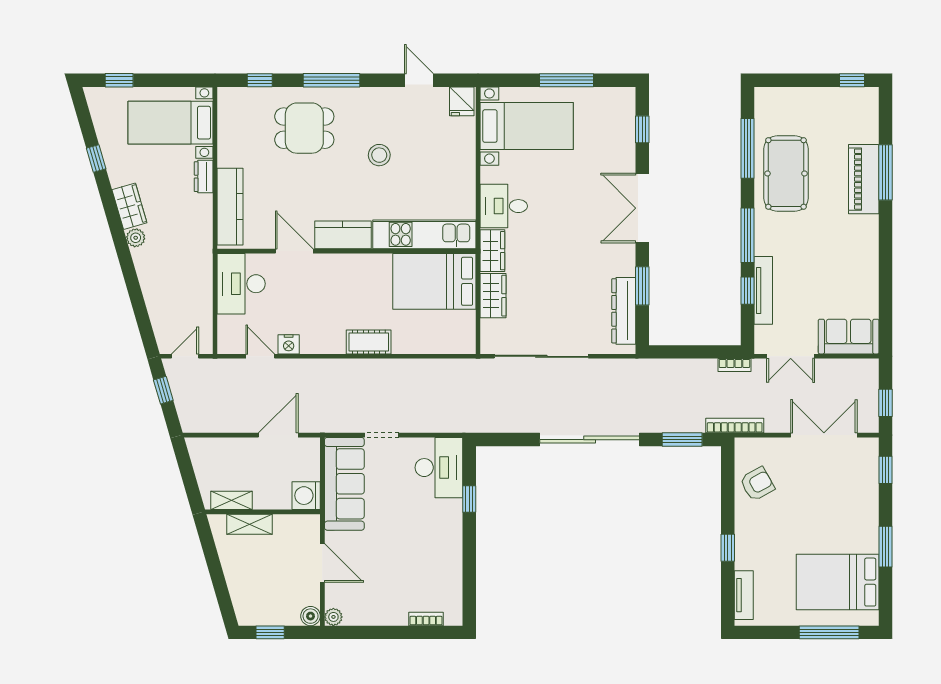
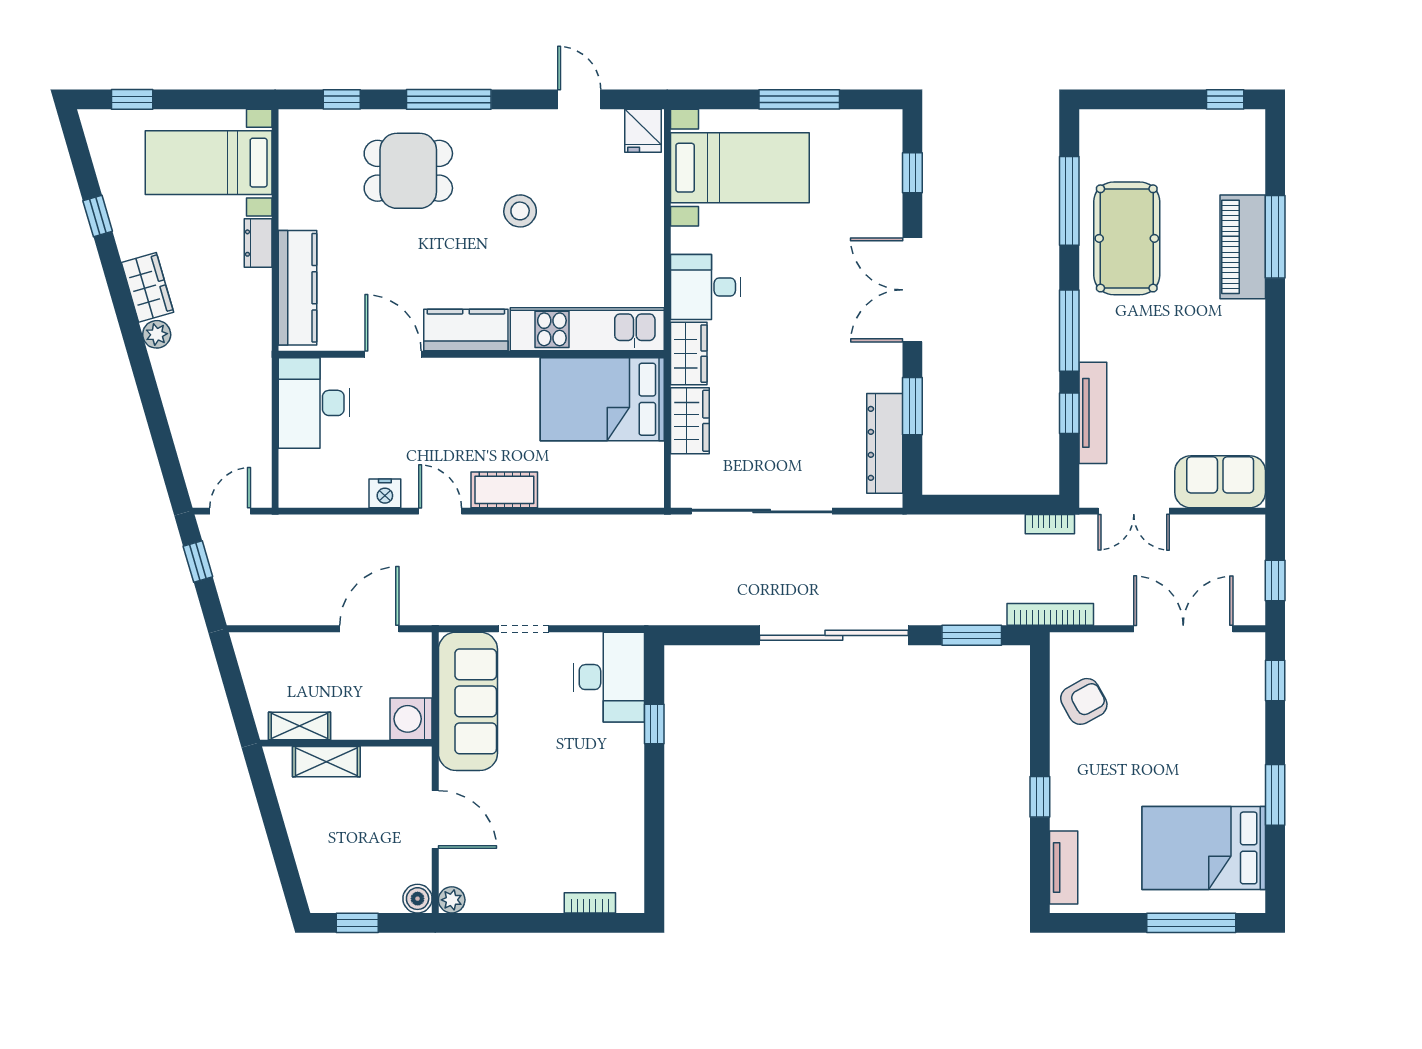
door: (260, 356) -> (440, 511), moved

